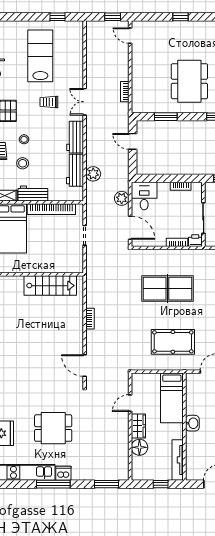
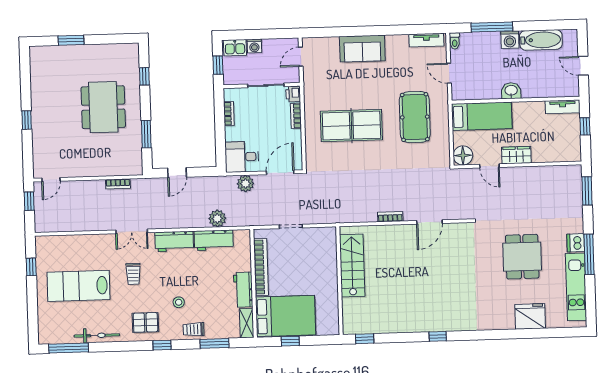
dining table: (189, 81) -> (103, 107), turned 90
stool: (23, 163) -> (207, 303), removed
table tennis table: (167, 289) -> (351, 126), turned 90
door: (85, 366) -> (429, 222), moved
floor lamp: (139, 447) -> (463, 155), moved
tv unit: (178, 460) -> (563, 107), width x0.71

